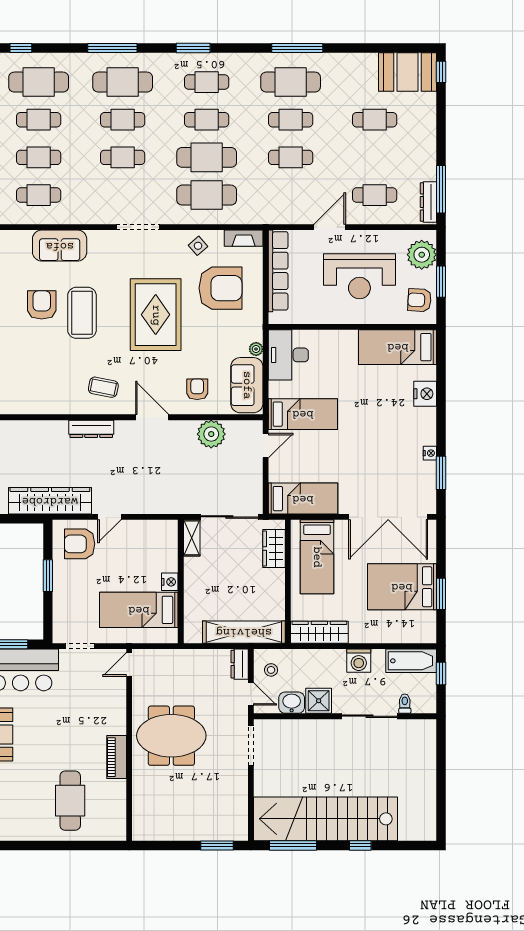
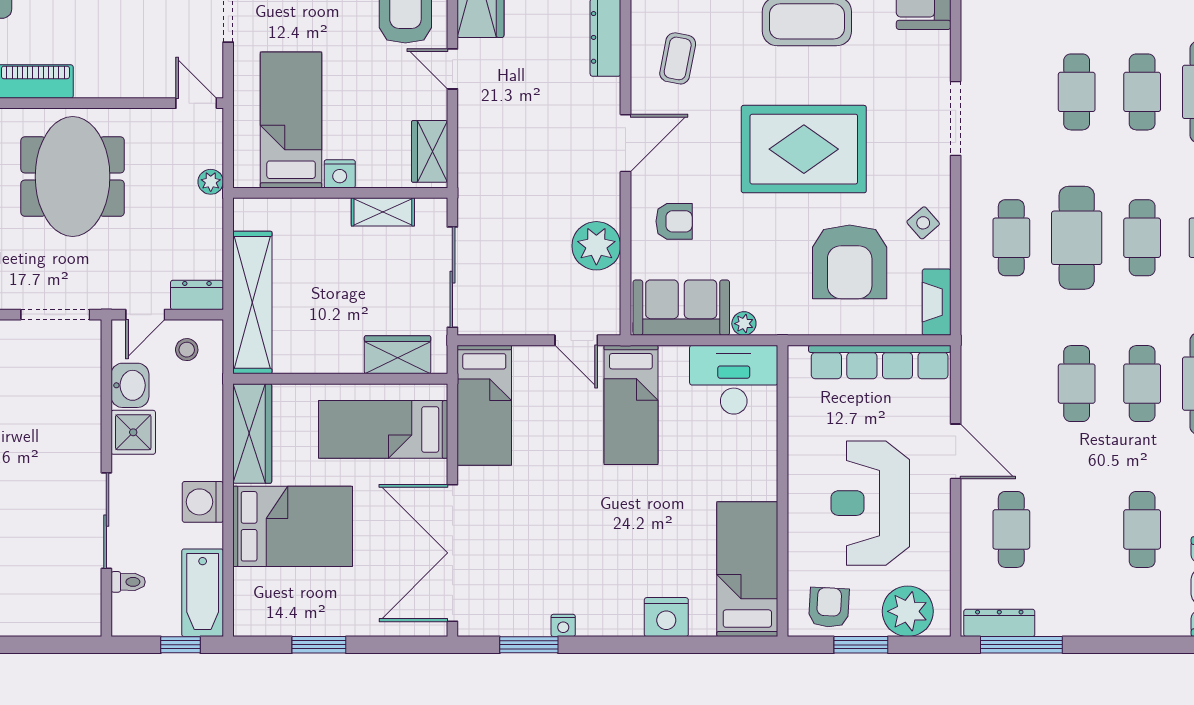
cafe table: (207, 195) -> (1011, 238), width x0.73, depth x0.74
wardrobe: (157, 530) -> (430, 151), added
shelving: (192, 538) -> (383, 212), moved
bed: (402, 587) -> (293, 526), moved, turned 90
plant: (174, 656) -> (211, 182), added

